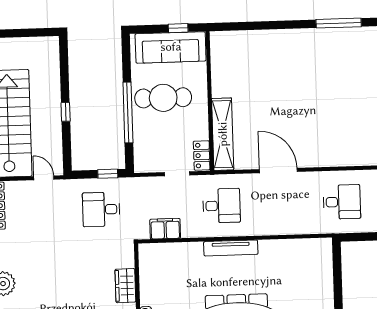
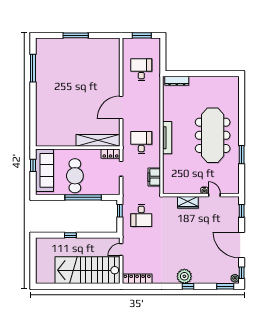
window: (66, 112) -> (70, 235), moved
dresser: (325, 261) -> (177, 81), added

